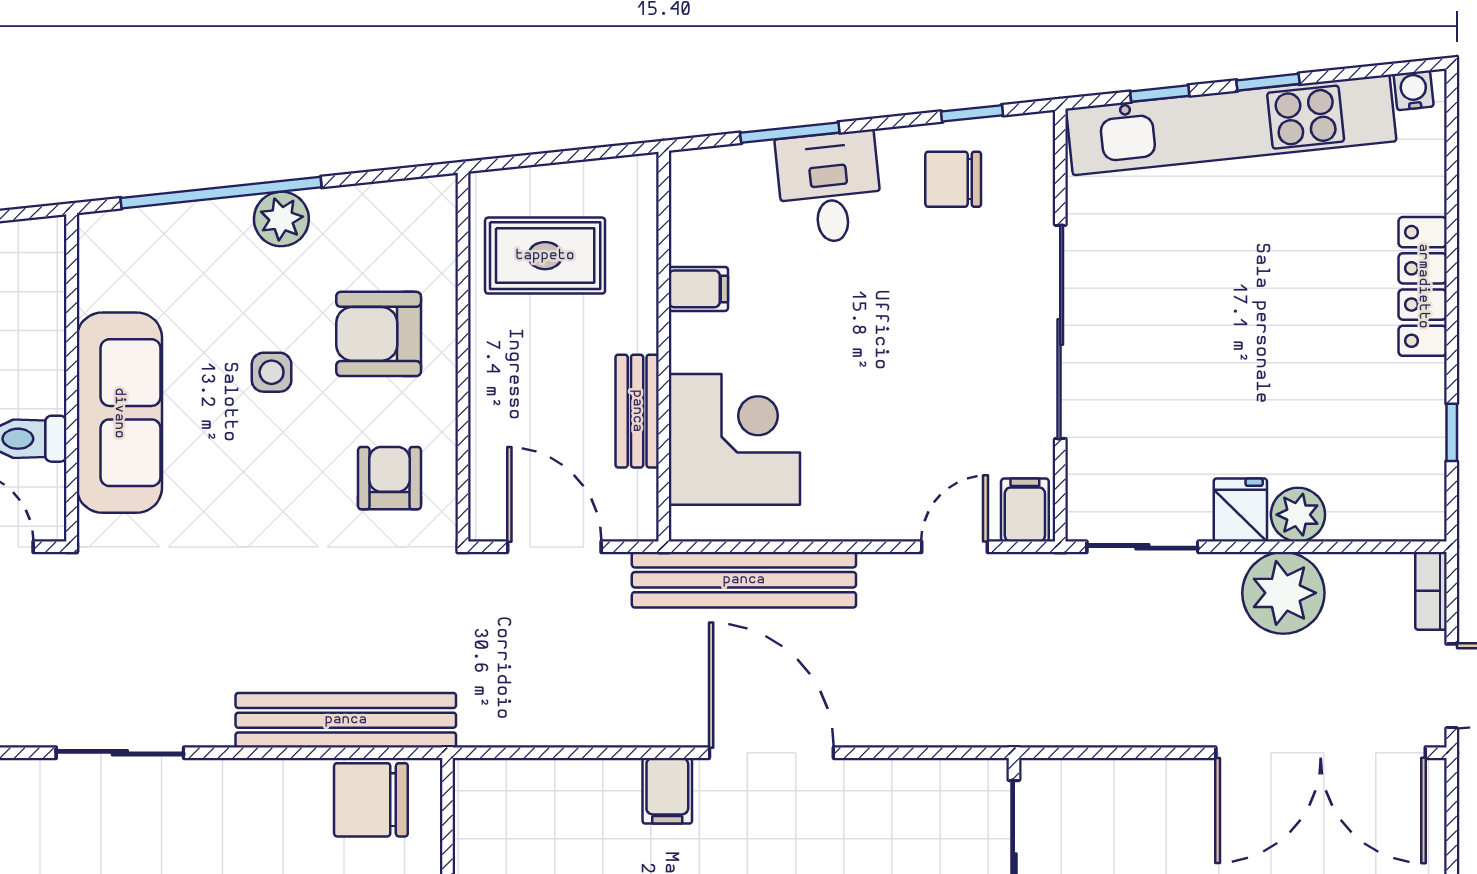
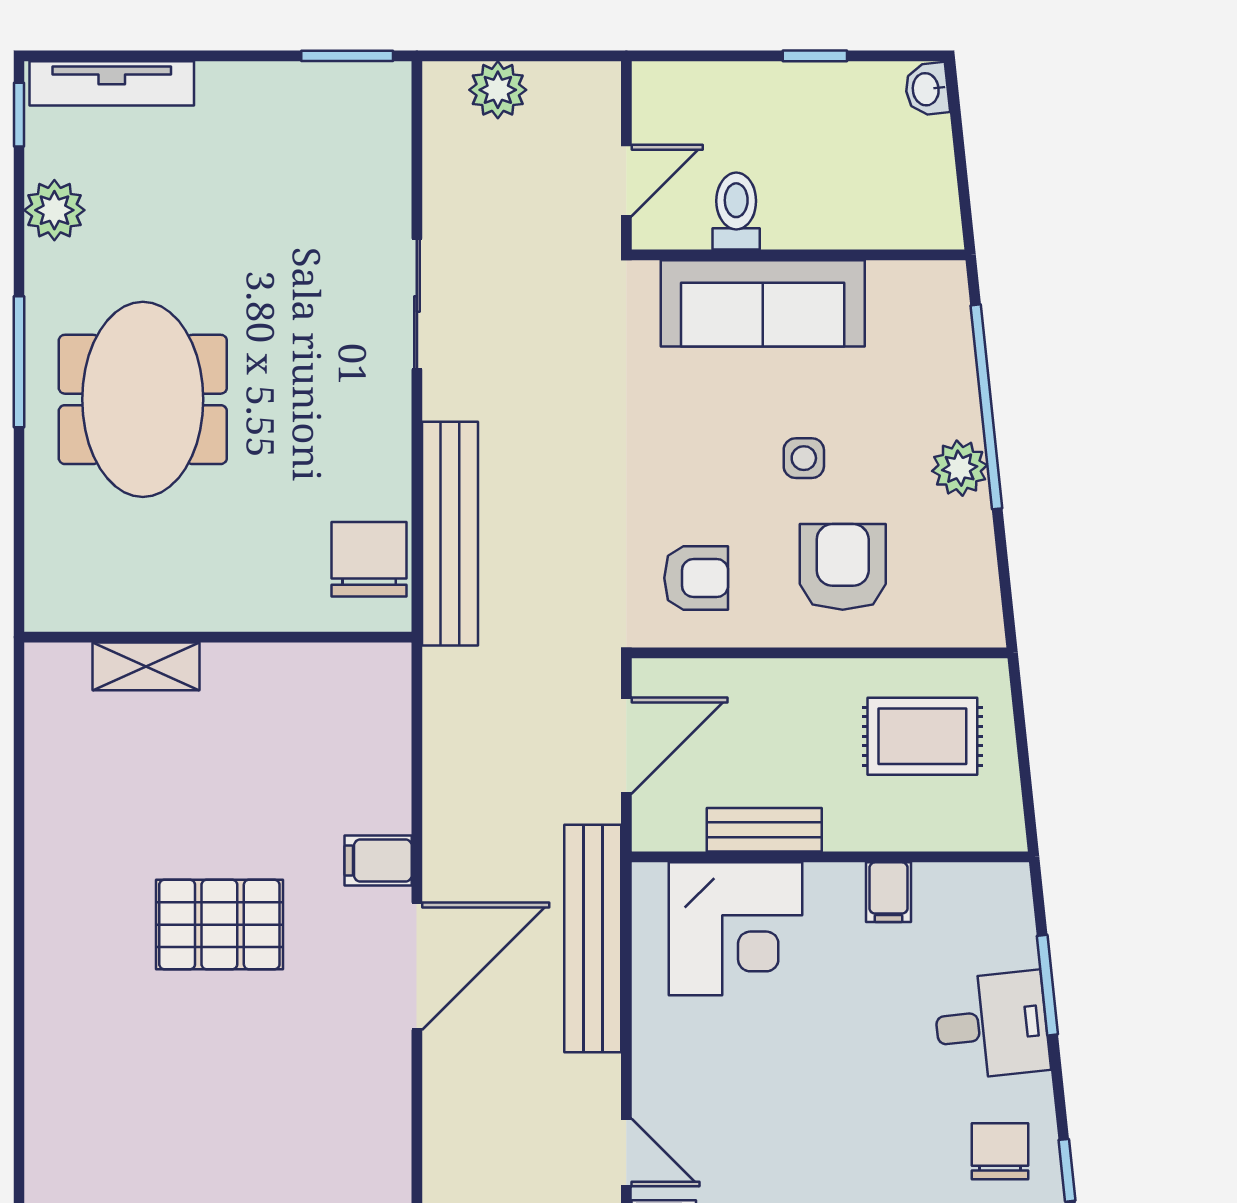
rug: (545, 256) -> (922, 736), turned 90

